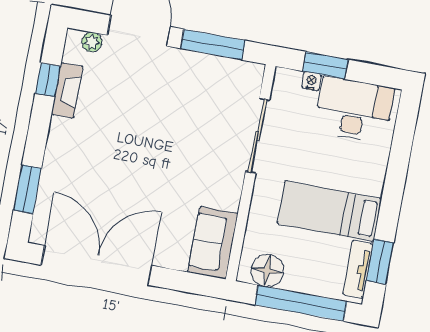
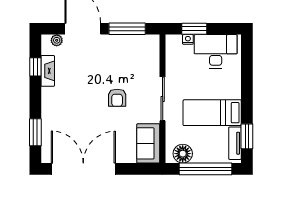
sliding door: (258, 136) -> (163, 99), moved
armchair: (175, 157) -> (117, 98), added

